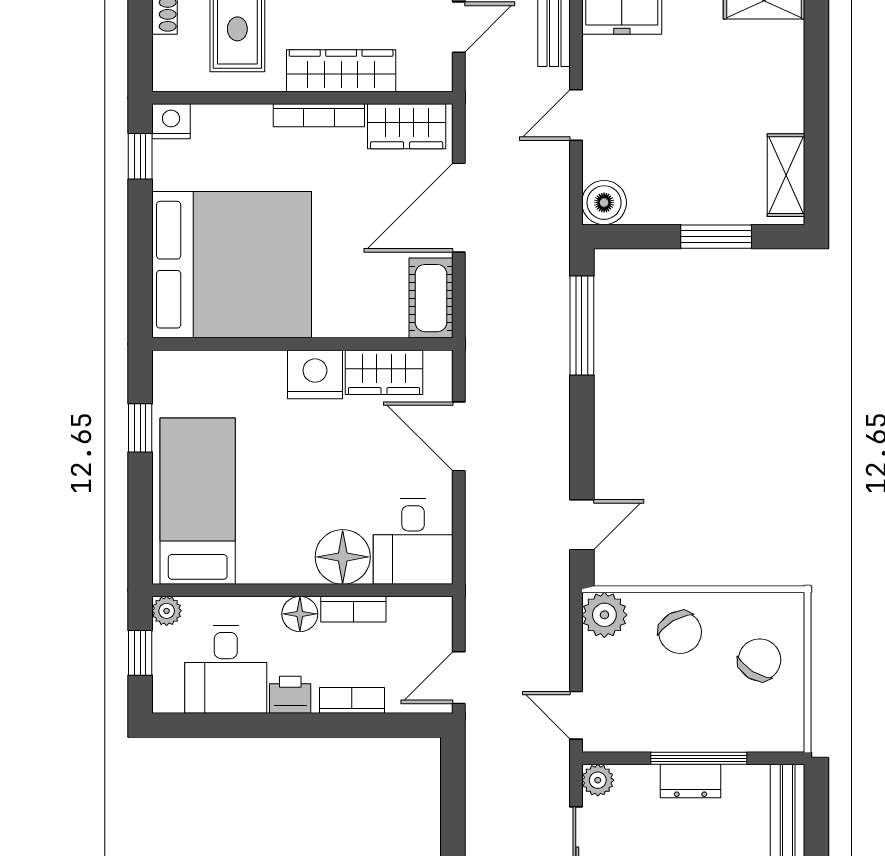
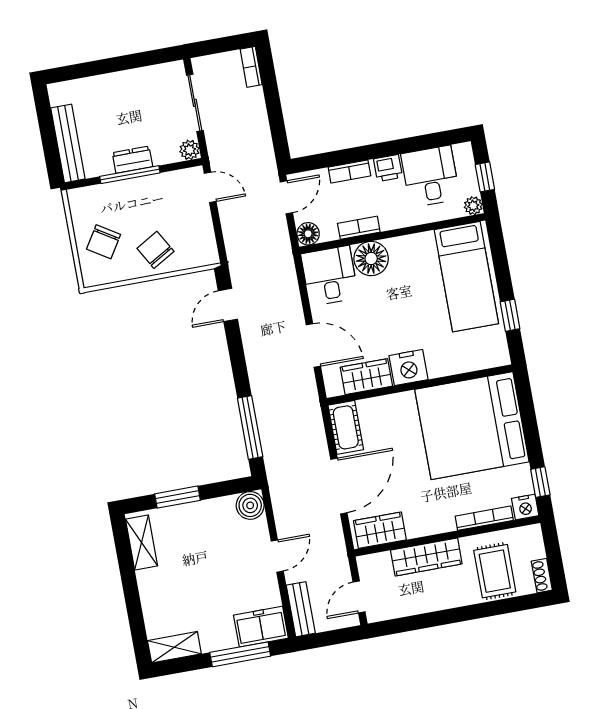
bookcase: (319, 115) -> (484, 518), moved
floor lamp: (300, 614) -> (308, 234), moved
plant: (604, 615) -> (204, 252), removed

